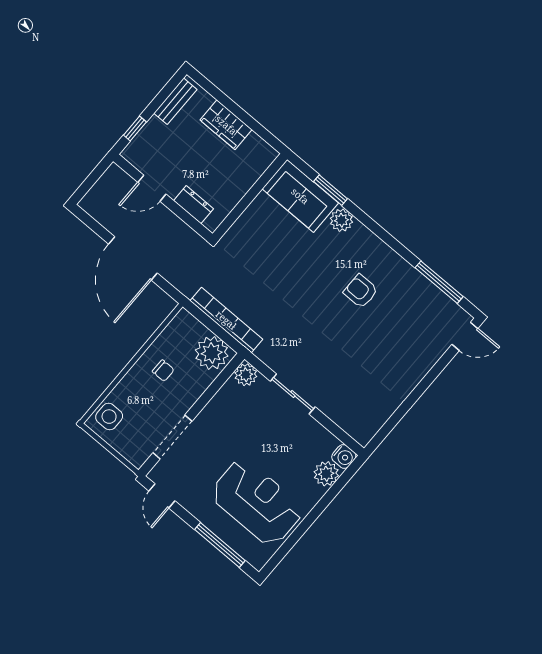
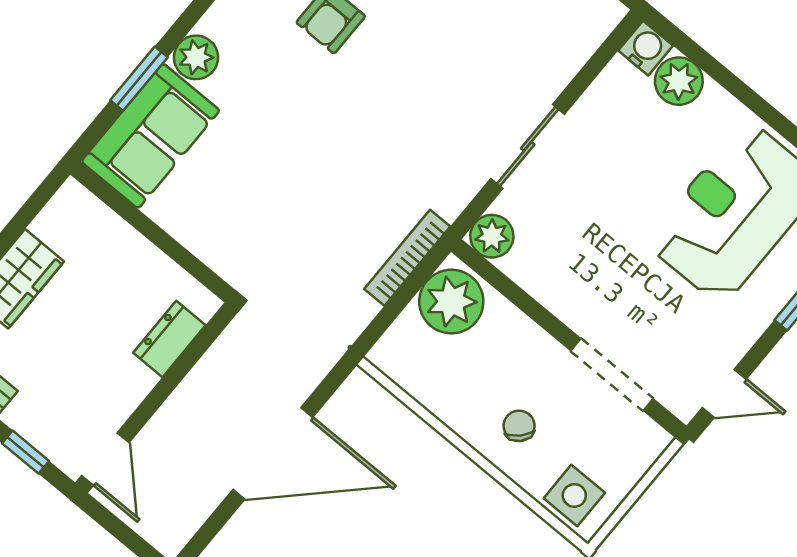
door: (152, 188) -> (105, 459), moved
bookcase: (226, 320) -> (407, 258), width x0.68, depth x0.76
chair: (163, 371) -> (519, 426), moved, turned -46

